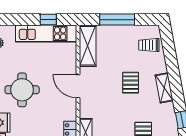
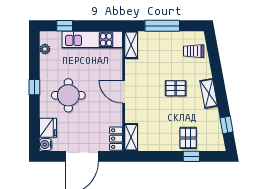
window: (48, 20) -> (65, 26), moved
shelving: (88, 46) -> (131, 45), width x0.67, depth x0.75
pallet: (131, 83) -> (176, 88), turned 90

